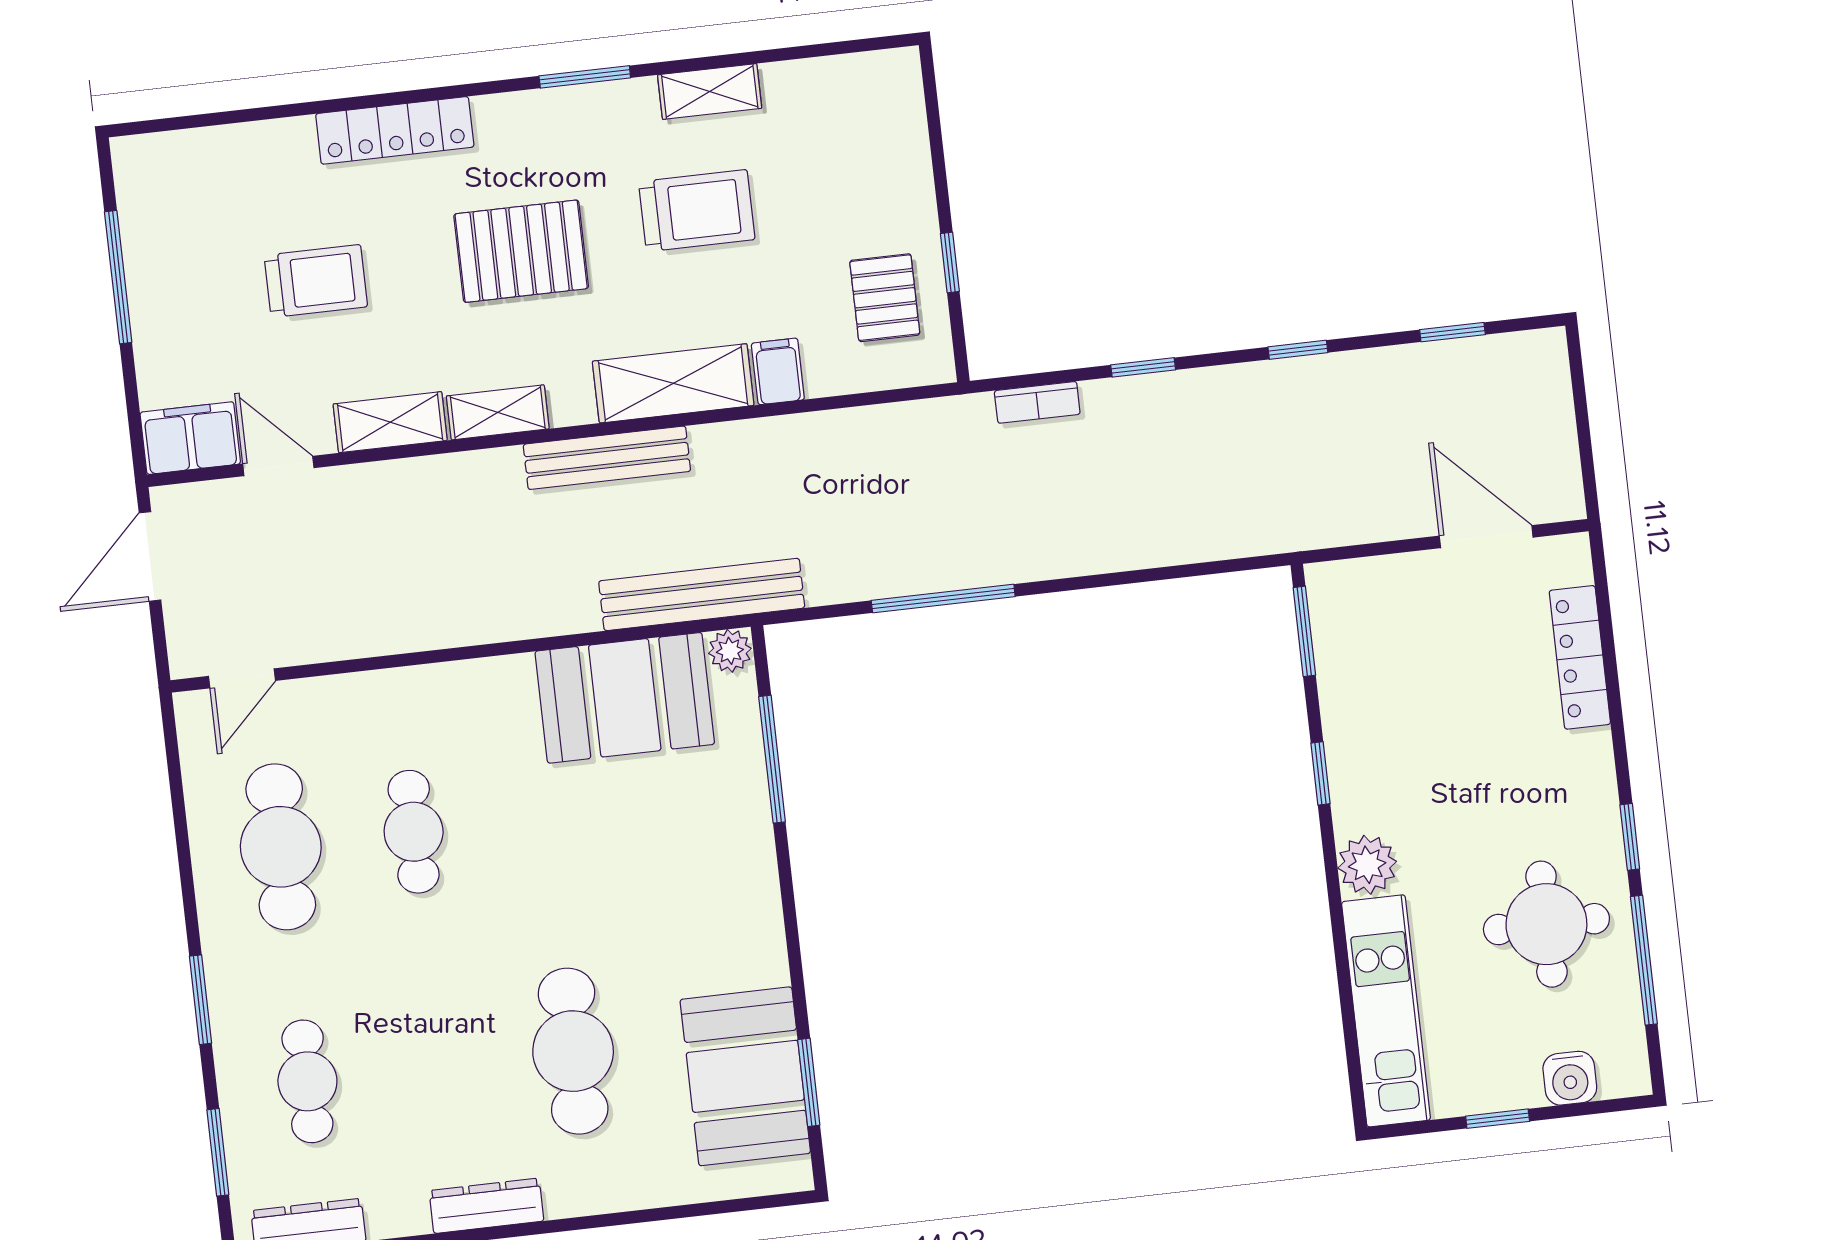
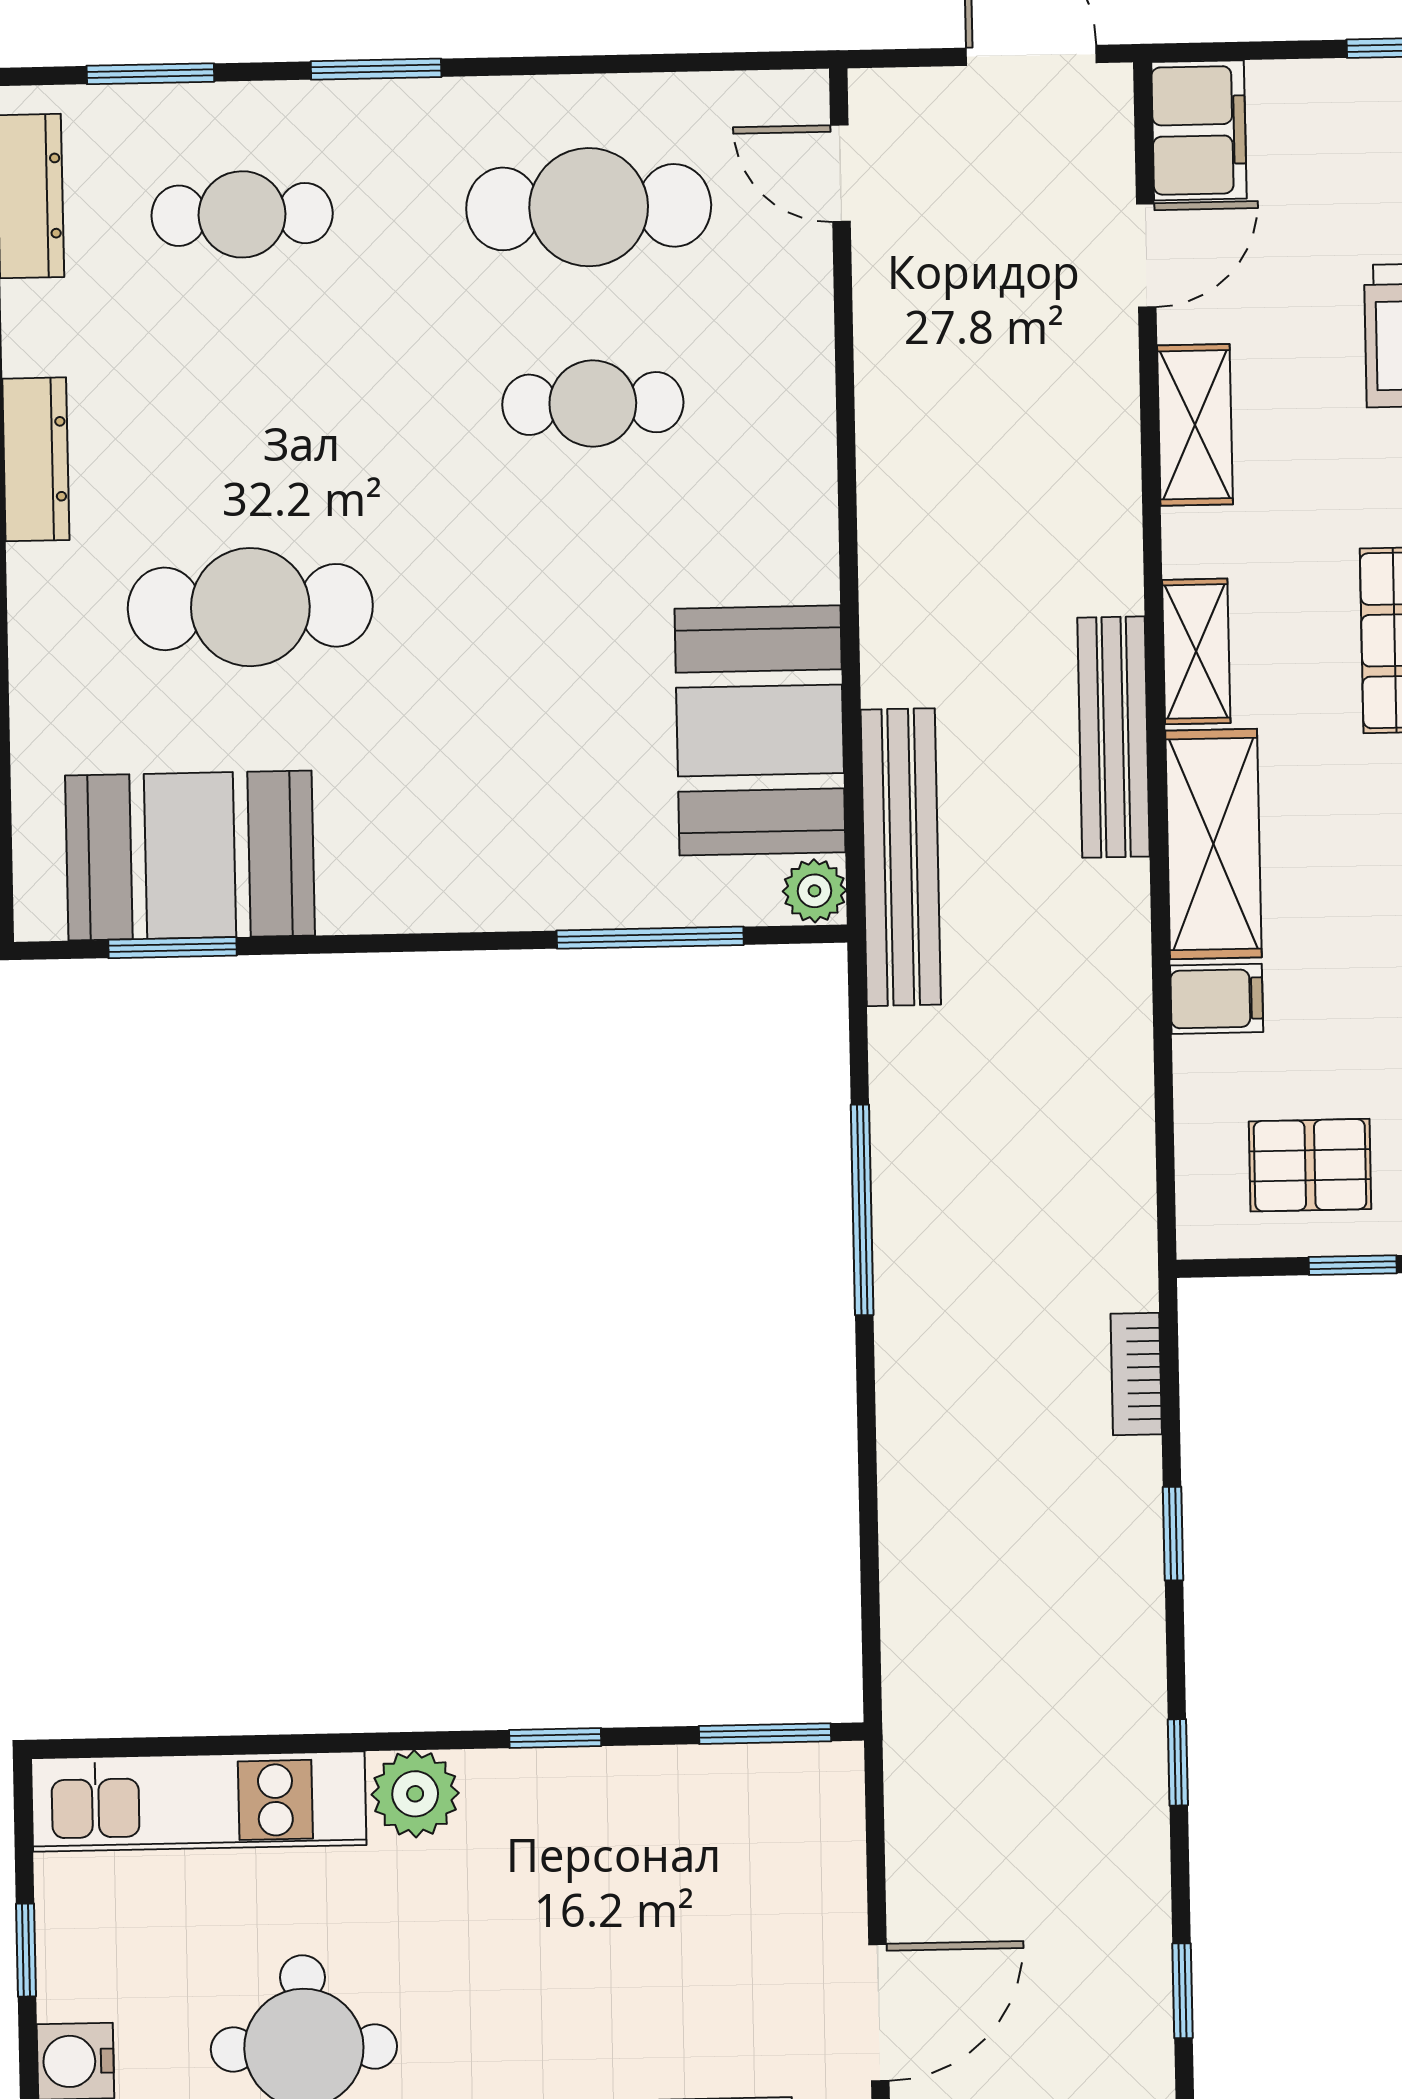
shelving: (498, 412) -> (1196, 651), moved

